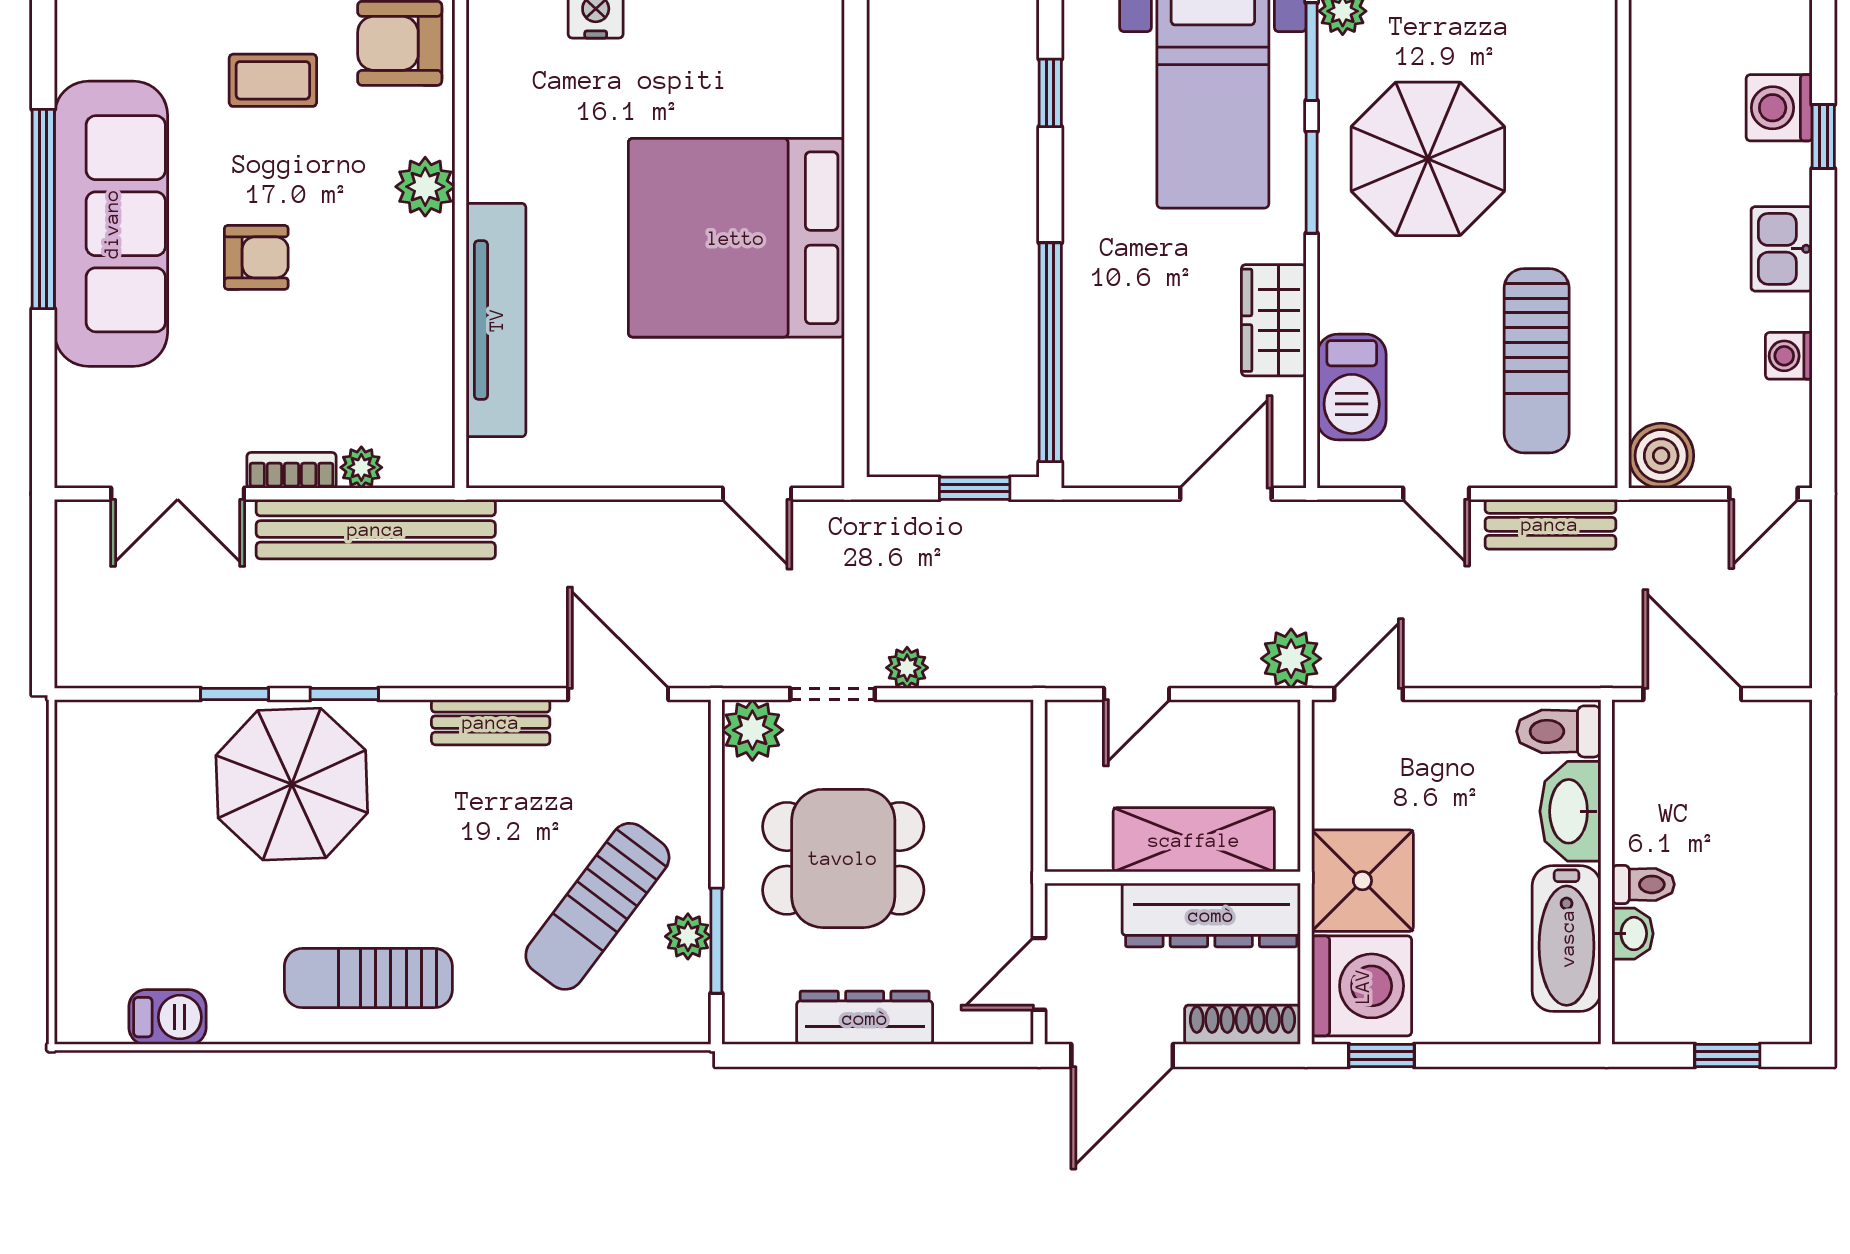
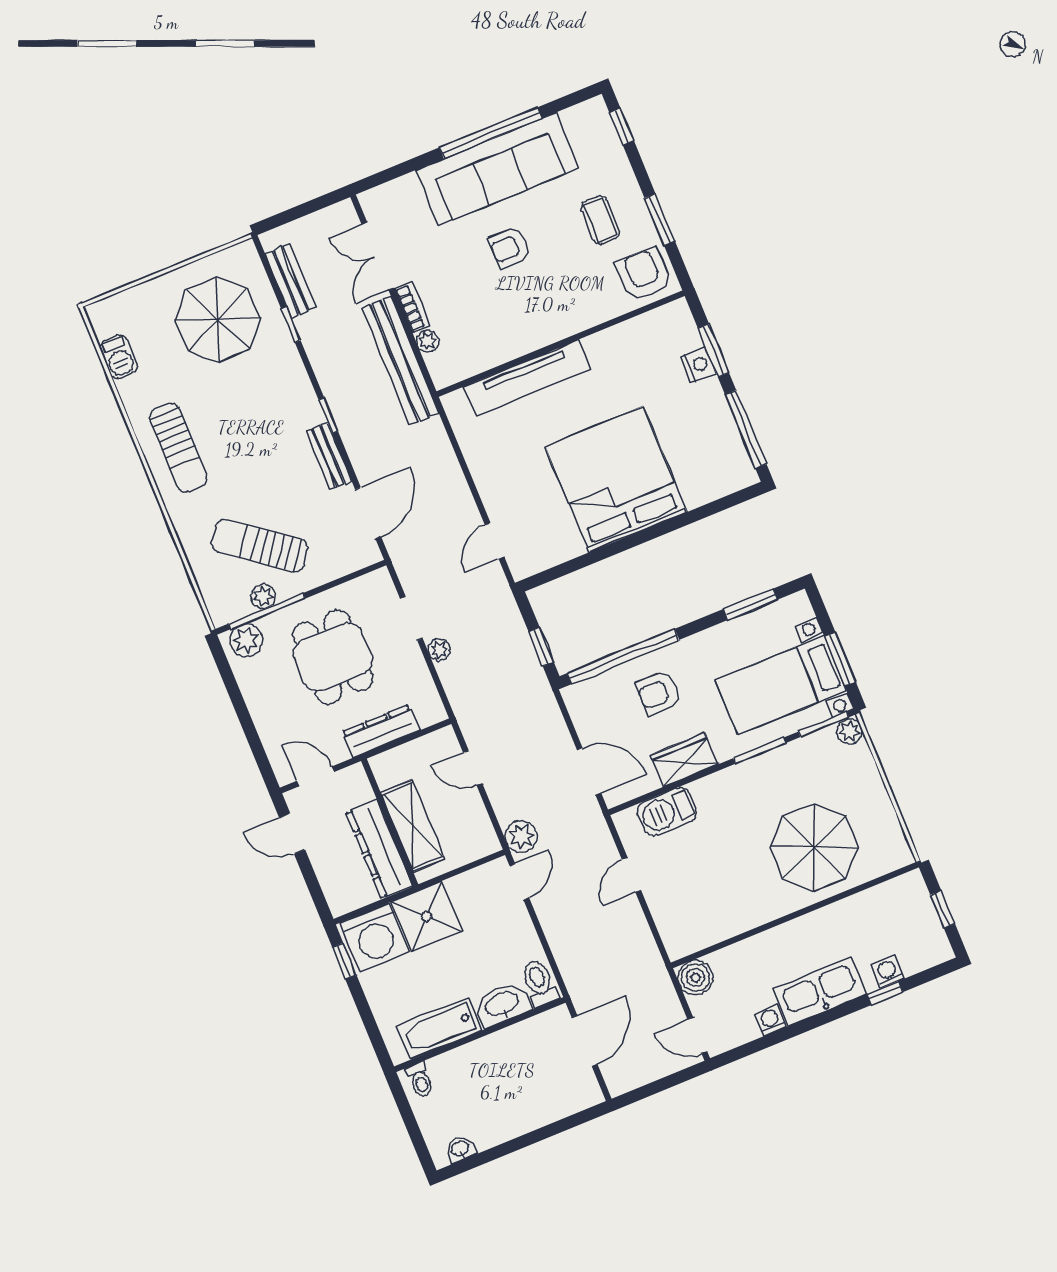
window: (1050, 93) -> (751, 604), width x1.50
washing machine: (1779, 108) -> (888, 972), width x0.73, depth x0.73
parasol: (1428, 159) -> (814, 847), moved
plant: (425, 187) -> (579, 316), removed
kitchen sink: (1782, 249) -> (820, 991), width x1.87, depth x1.24
armchair: (256, 257) -> (510, 247), turned 90
armchair: (1138, 316) -> (659, 693), added
sun lounger: (1537, 361) -> (717, 897), removed
bench: (1550, 524) -> (290, 281), moved
window: (344, 694) -> (328, 416), moved
door: (1368, 694) -> (519, 882), hinge flipped
plant: (752, 730) -> (246, 640), moved
parasol: (292, 784) -> (218, 320), moved
toilet: (1643, 884) -> (420, 1080), moved
washbasin: (1633, 934) -> (460, 1149), moved, turned 180
window: (716, 941) -> (267, 611), width x1.44
sun lounger: (368, 978) -> (178, 448), turned 180
dresser: (865, 1018) -> (381, 731), moved, turned -90
shoe rack: (1243, 1025) -> (331, 887), removed
door: (1122, 1056) -> (292, 834), width x0.73
window: (1727, 1056) -> (414, 1131), removed

